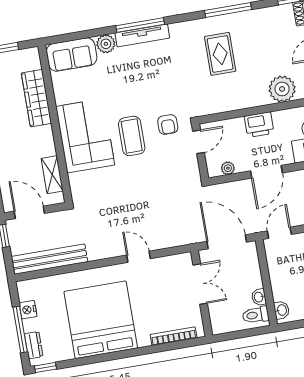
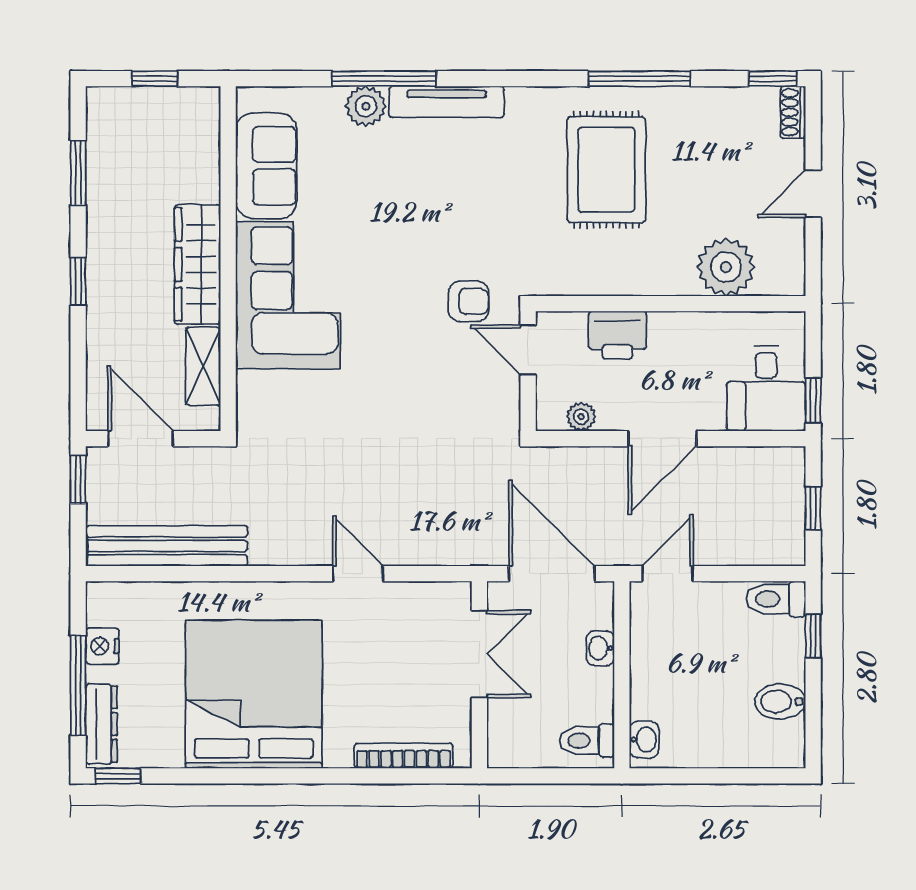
window: (140, 25) -> (384, 79), moved
rug: (220, 54) -> (606, 170), width x1.36, depth x1.43
sofa: (72, 55) -> (266, 166), moved, turned -90
wardrobe: (36, 98) -> (198, 264), moved
armchair: (168, 125) -> (469, 301), turned -90
printer: (259, 125) -> (617, 335), moved
coffee table: (132, 136) -> (387, 313), removed
door: (199, 142) -> (528, 350), swing flipped
washbasin: (259, 297) -> (600, 648), moved
dresser: (34, 345) -> (101, 724), width x1.44

